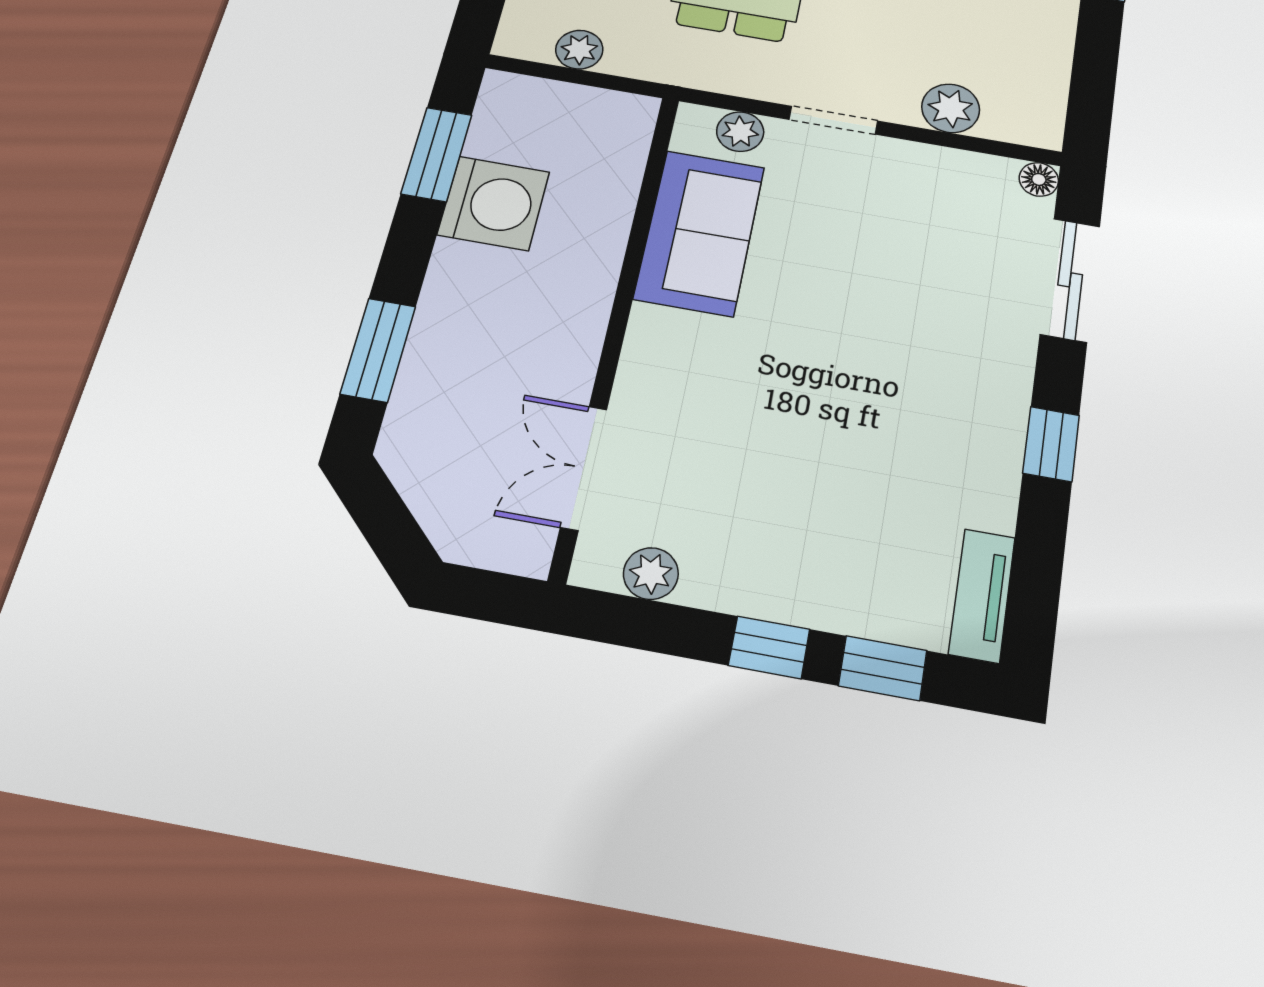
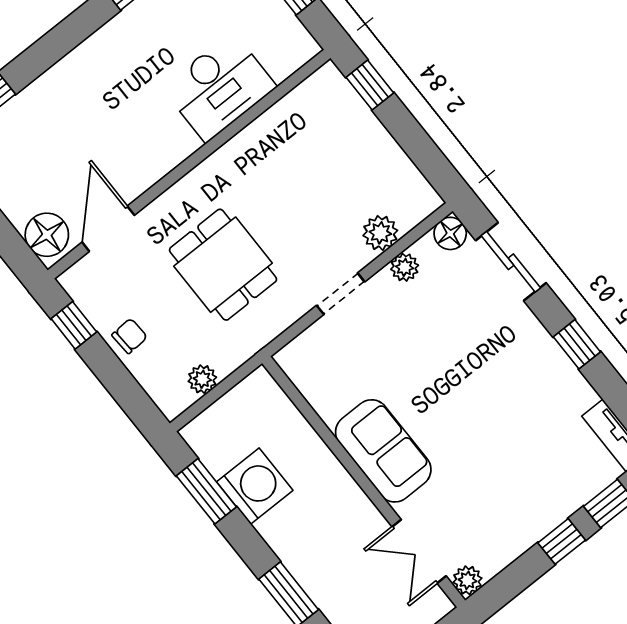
plant: (740, 132) -> (405, 267), moved
floor lamp: (1039, 179) -> (450, 233), width x1.37, depth x1.37
sofa: (700, 232) -> (383, 451), moved
plant: (651, 574) -> (467, 580), moved

